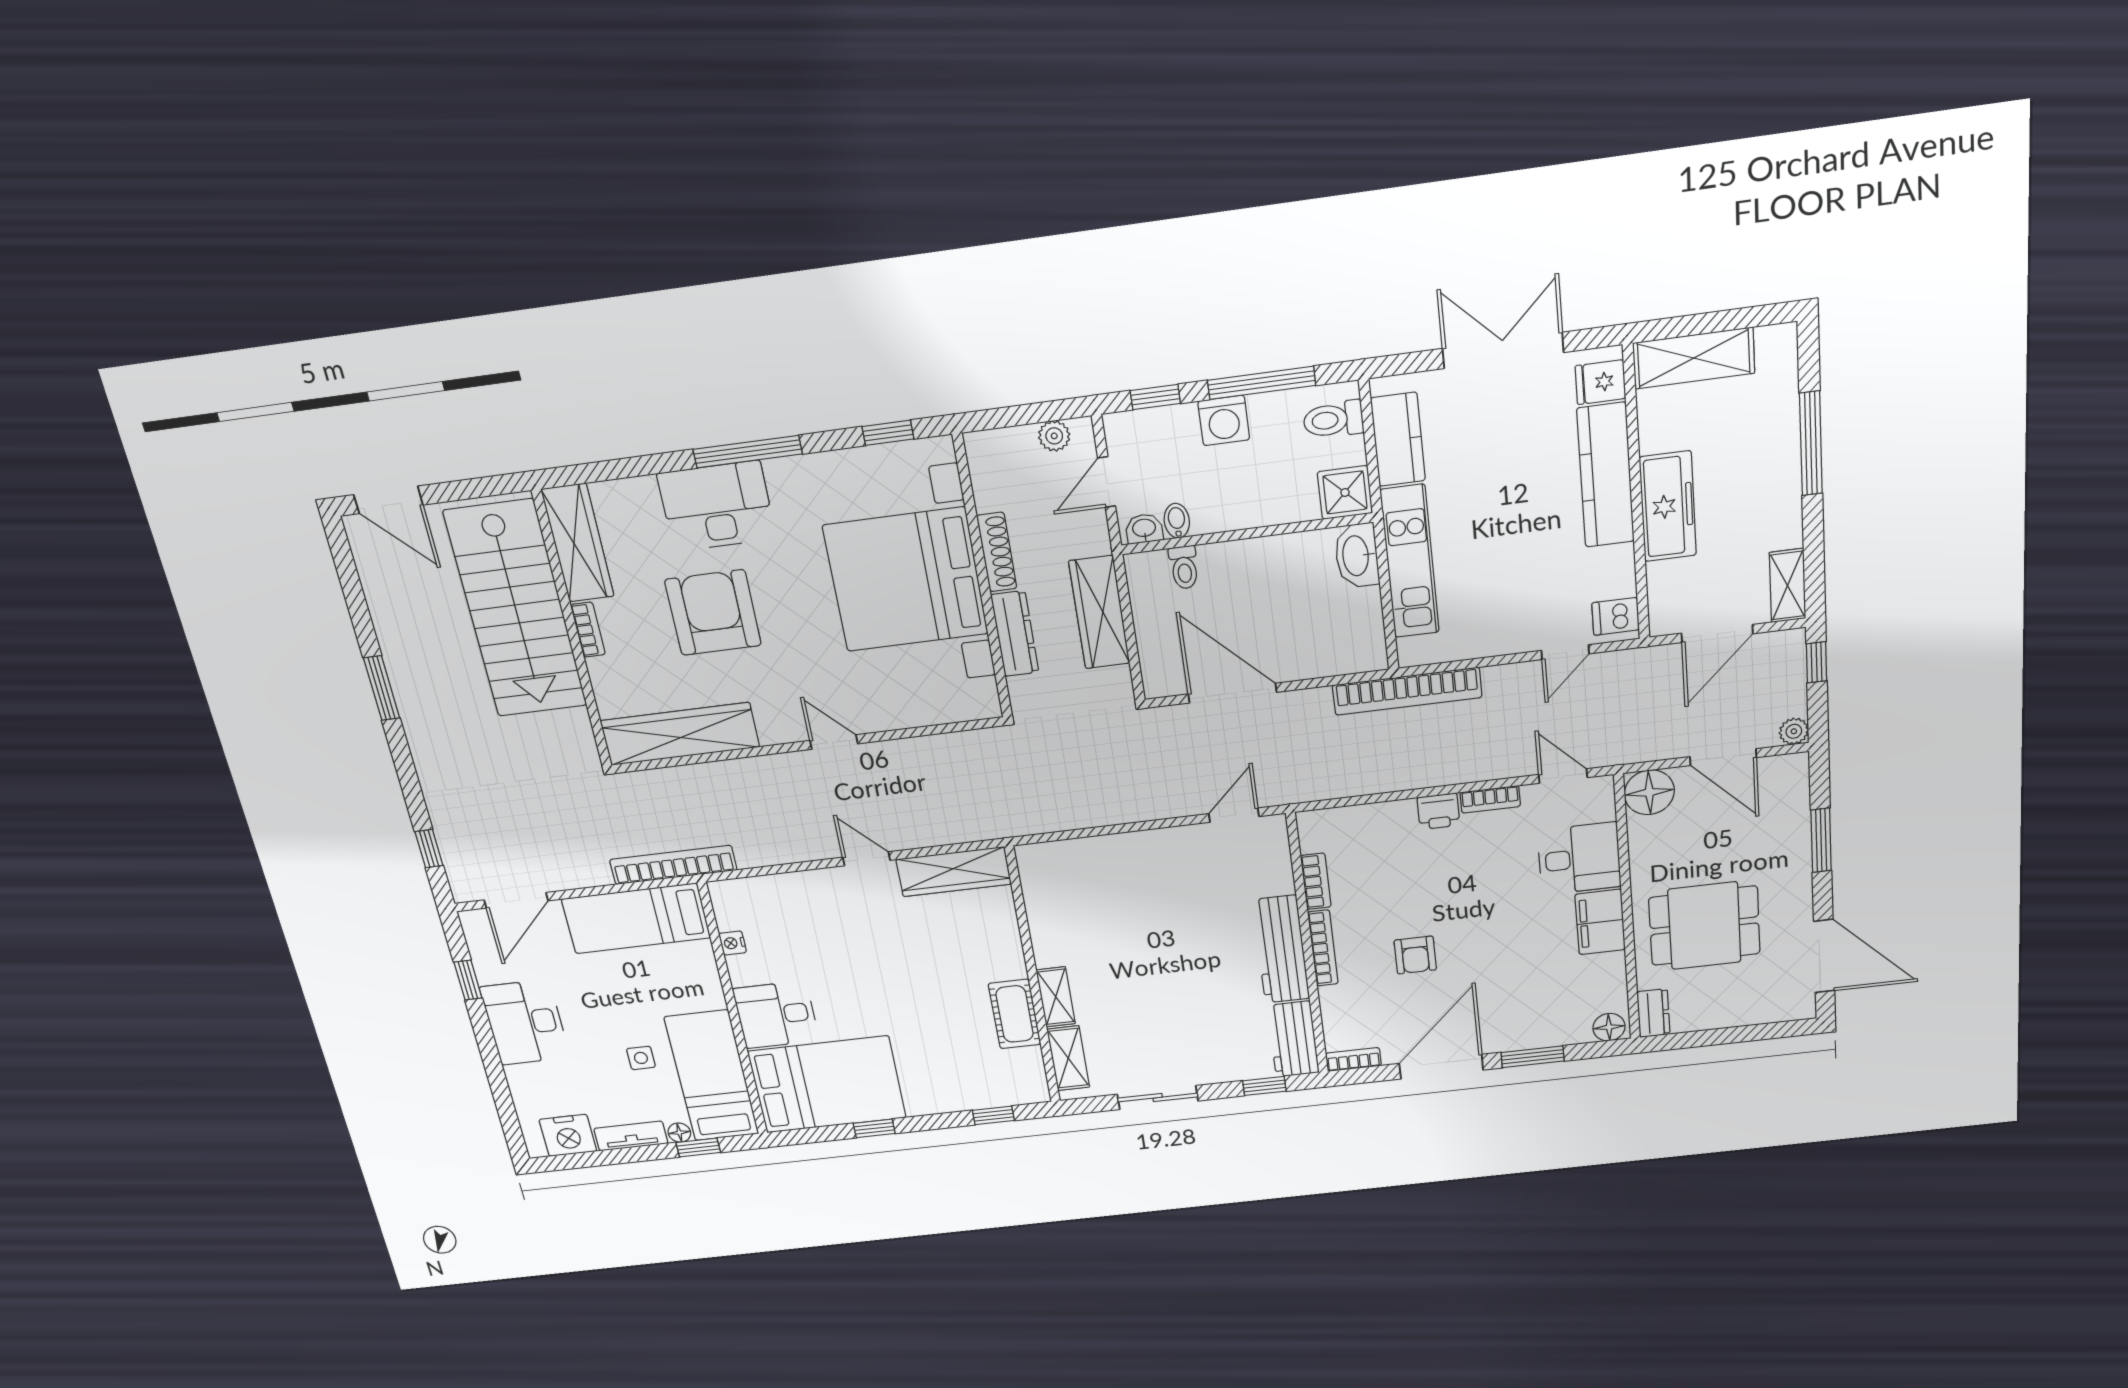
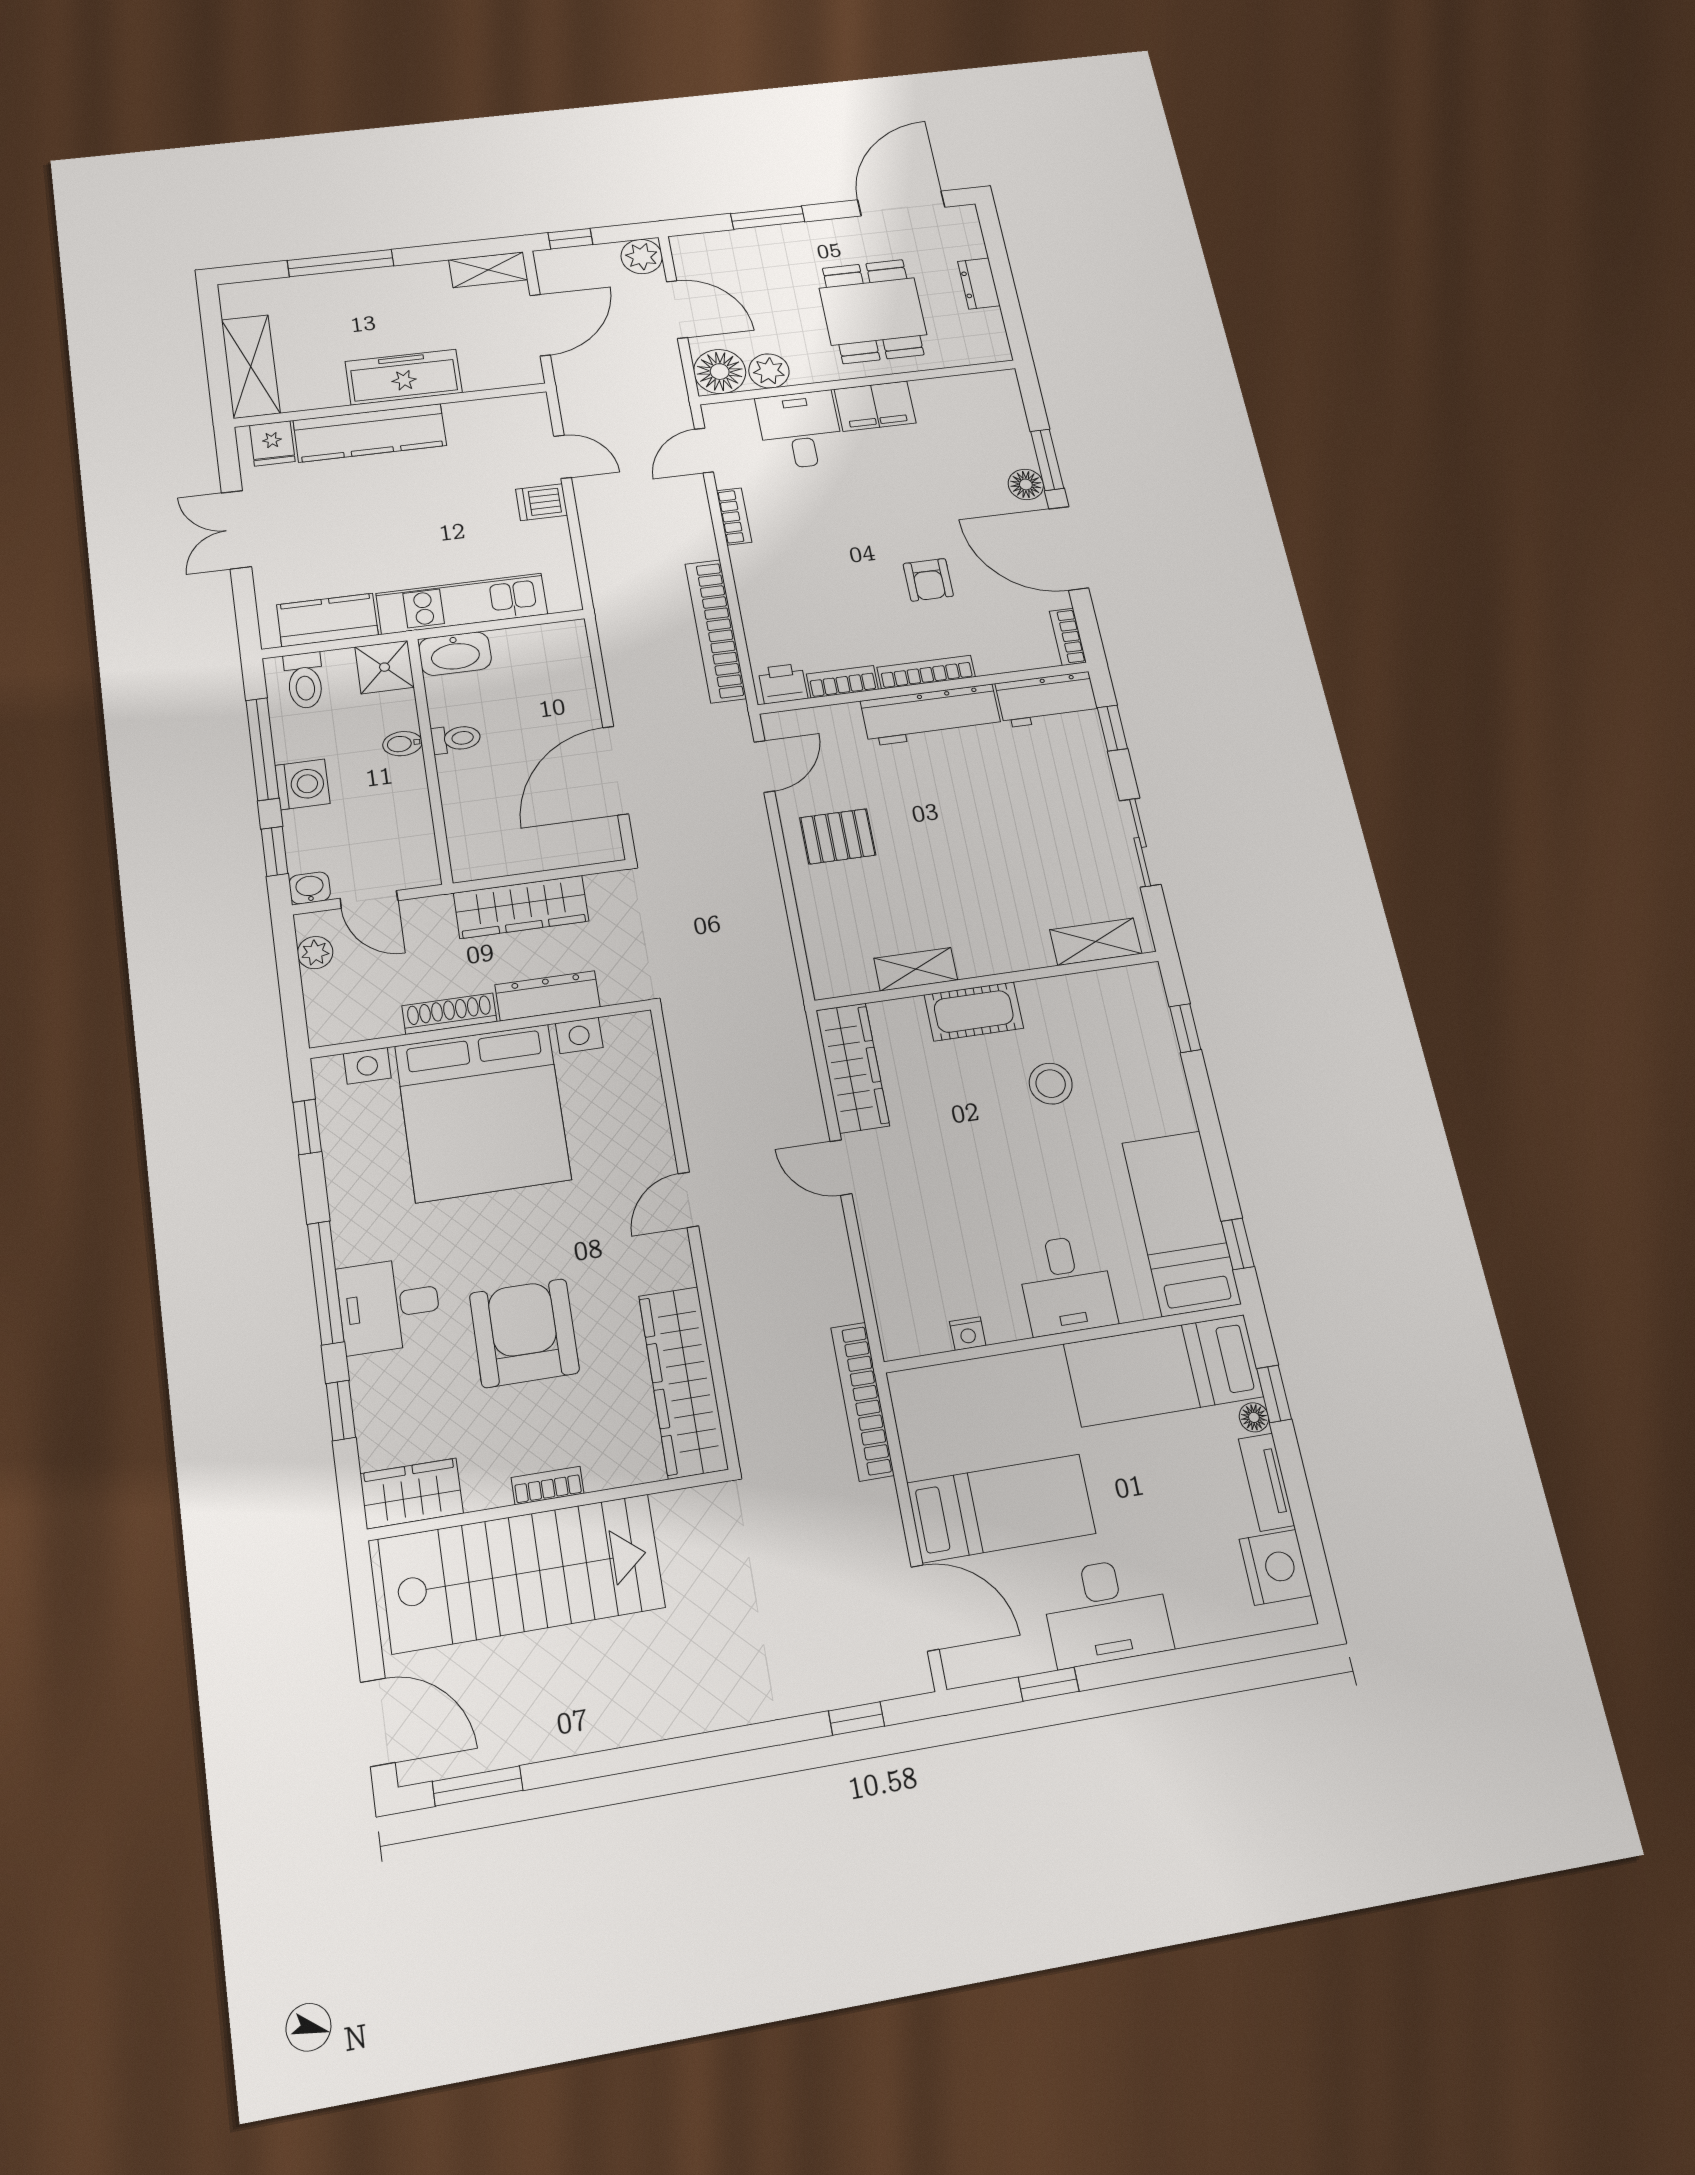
double door: (1503, 350) -> (236, 530), width x0.73
window: (638, 466) -> (341, 1410), added
door: (388, 500) -> (378, 1722), hinge flipped
desk: (717, 506) -> (389, 1305), width x0.73
bidet: (1177, 521) -> (402, 744), moved
washbasin: (1144, 529) -> (310, 888), moved, turned 90
wardrobe: (578, 543) -> (412, 1493), width x0.67
toilet: (1184, 567) -> (456, 739), moved
armchair: (713, 613) -> (524, 1333), turned 90
dishwasher: (1616, 616) -> (541, 502), moved, turned 90
door: (1717, 633) -> (540, 325), hinge flipped
window: (382, 688) -> (478, 1786), moved
bookcase: (1407, 691) -> (716, 631), moved, turned 180
plant: (1794, 731) -> (642, 257), width x1.38, depth x1.38
door: (1723, 757) -> (677, 310), hinge flipped
printer: (1438, 811) -> (783, 684), moved, turned -90
door: (1234, 815) -> (764, 767), swing flipped
plant: (1646, 835) -> (769, 371), added
door: (866, 859) -> (841, 1168), hinge flipped
pallet: (1166, 870) -> (838, 836), added
bed: (636, 918) -> (1001, 1508), moved, turned -90
armchair: (1415, 955) -> (928, 580), turned 90
shelving: (1056, 997) -> (916, 969), moved
dresser: (1653, 1013) -> (979, 283), moved, turned -90
cot: (1015, 1014) -> (974, 1011), moved
stool: (943, 1016) -> (1051, 1084), added
floor lamp: (1609, 1027) -> (1026, 484), moved
side table: (641, 1058) -> (1146, 1461), removed
bed: (827, 1085) -> (1181, 1223), width x0.67
window: (874, 1128) -> (1238, 1244), moved

